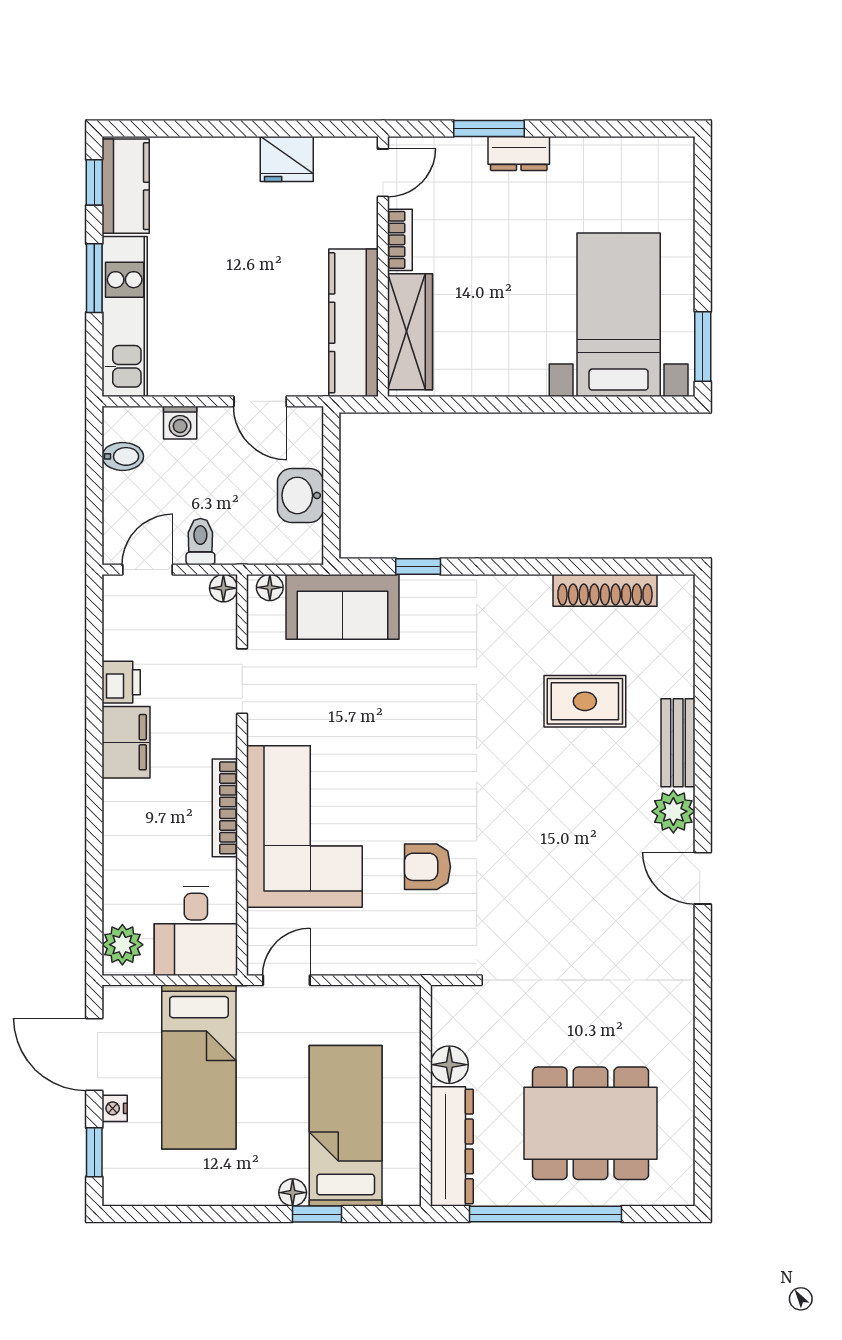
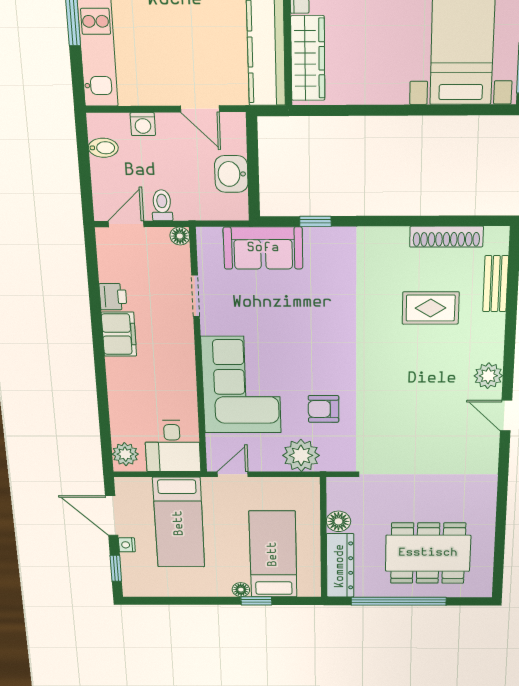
floor lamp: (270, 587) -> (212, 235), removed
bench: (678, 743) -> (496, 284), moved
bookcase: (225, 808) -> (188, 374), removed
plant: (392, 947) -> (301, 455), added

